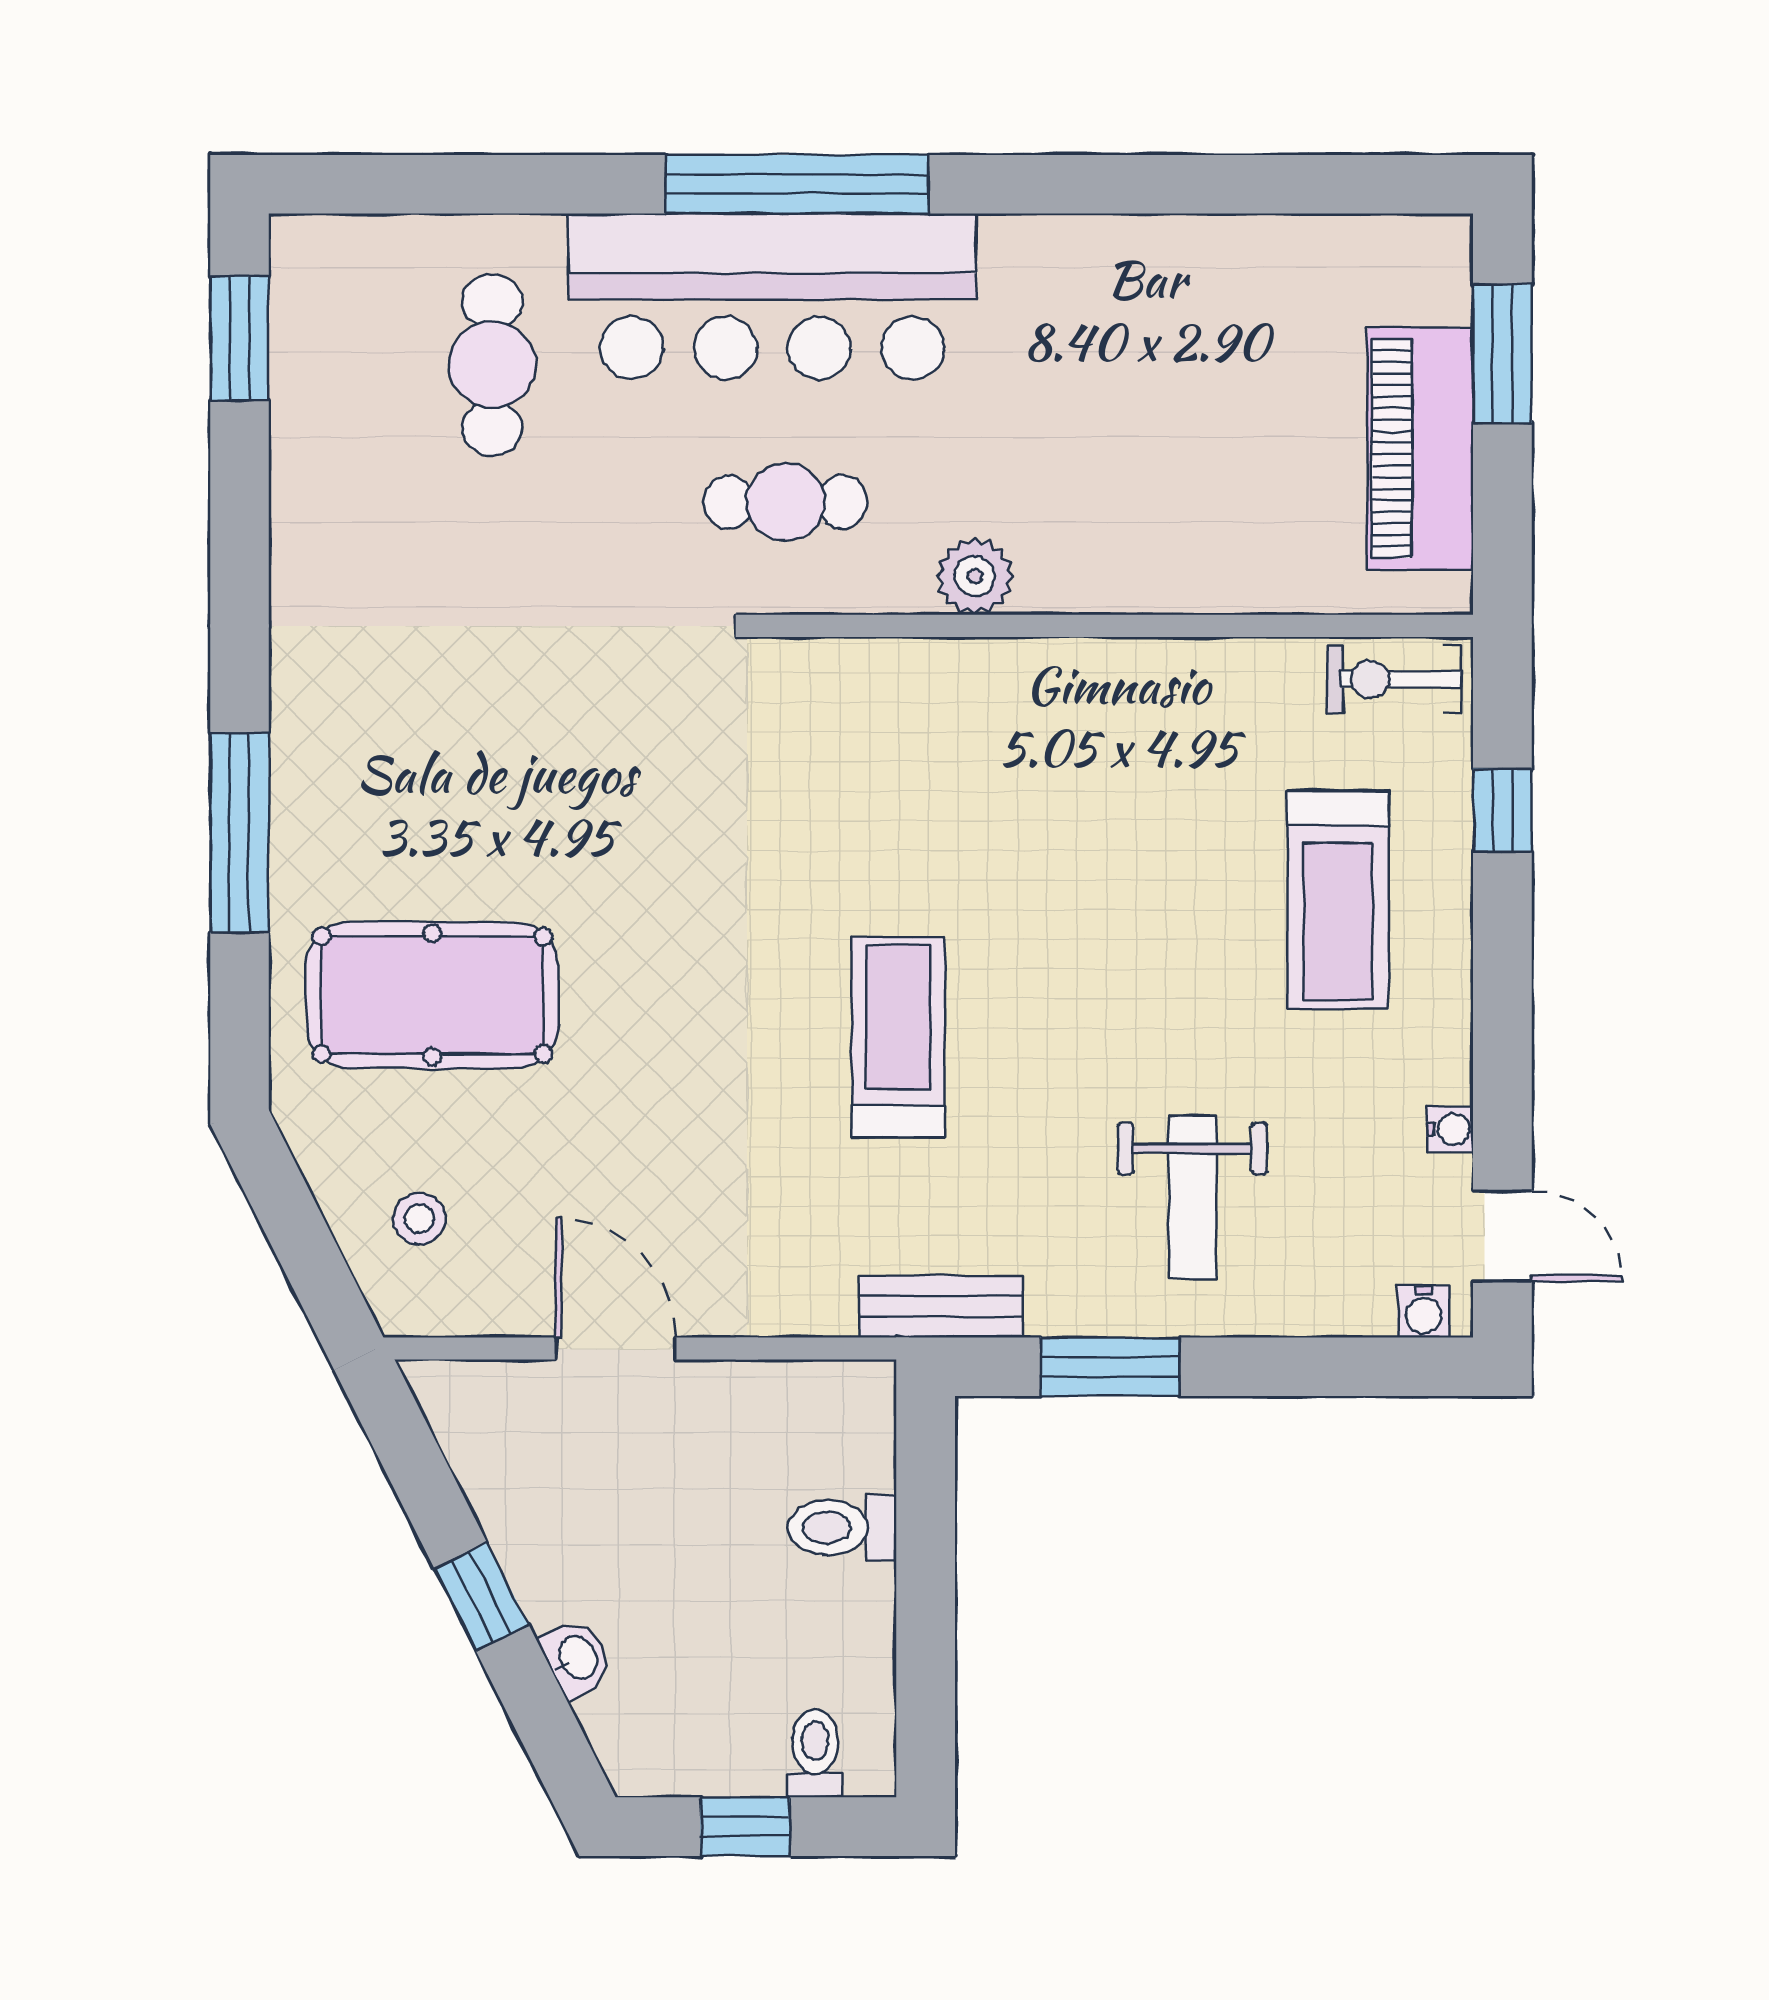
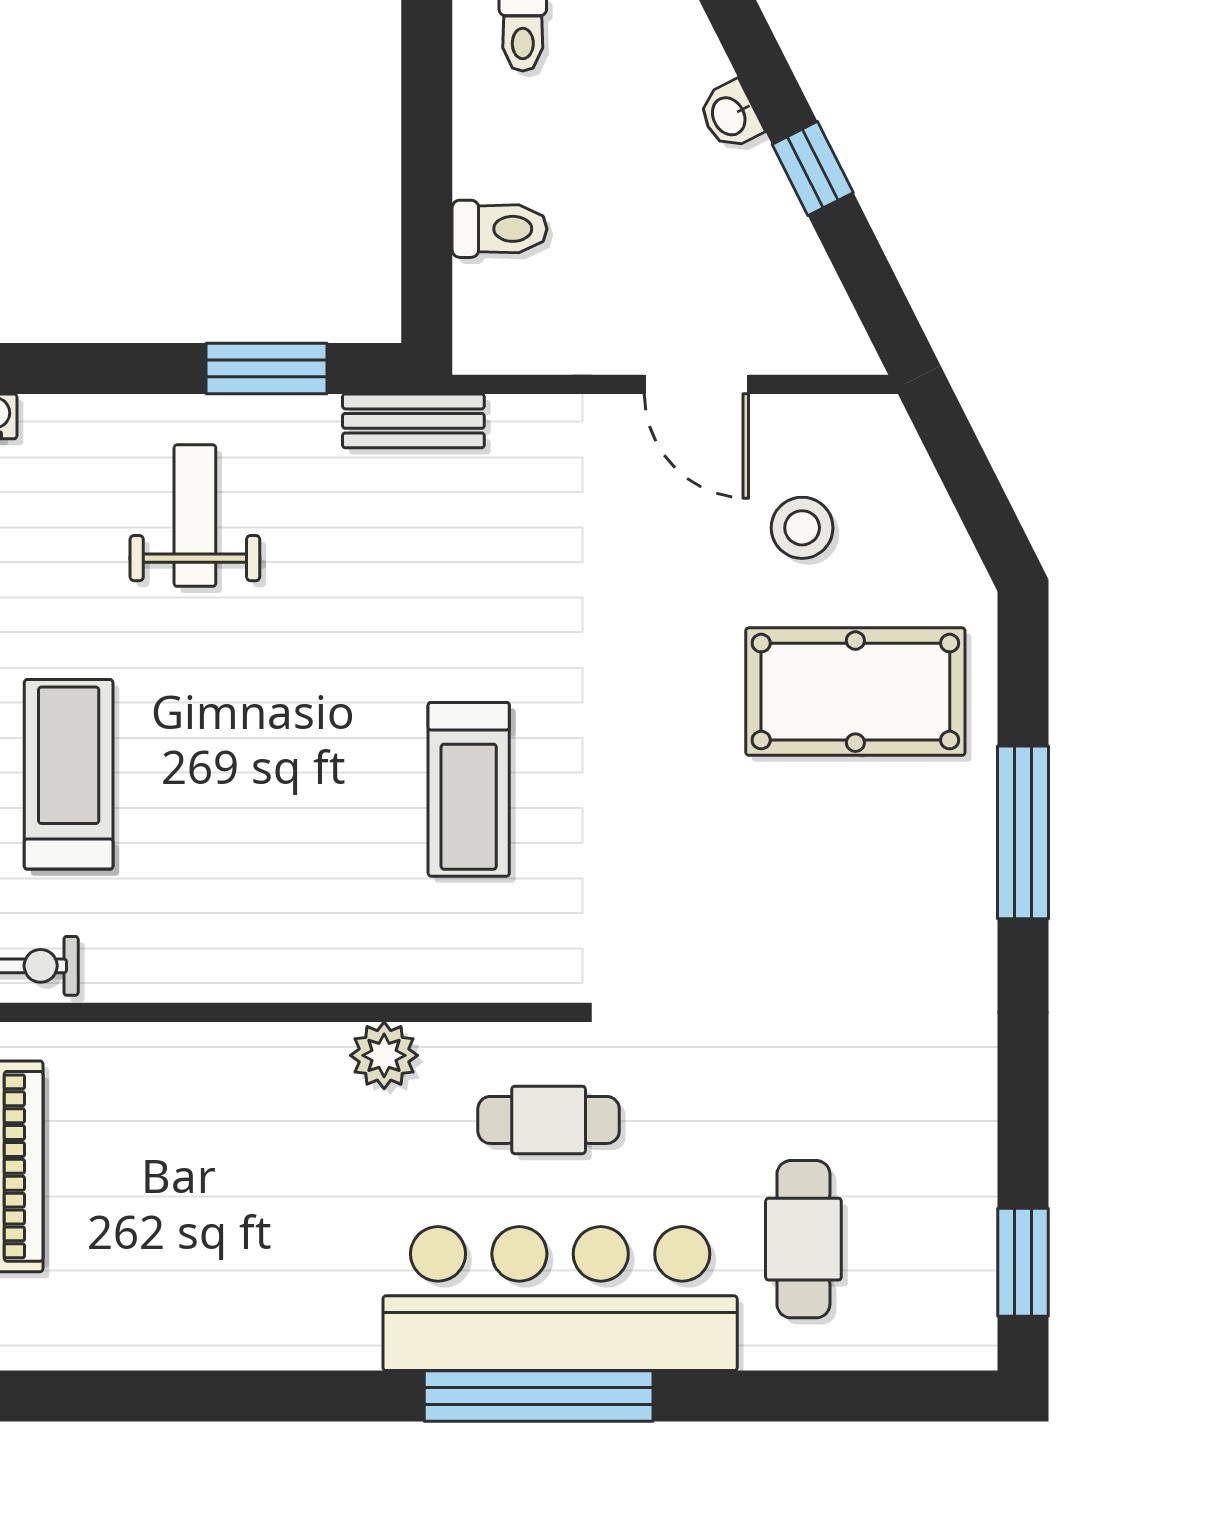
treadmill: (898, 1037) -> (469, 789), moved
stool: (419, 1219) -> (802, 528), moved, width x1.37, depth x1.37

